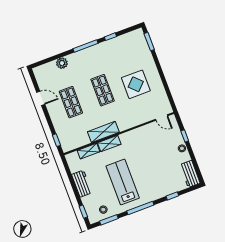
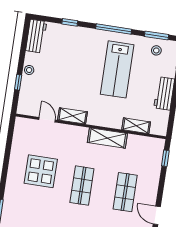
door: (162, 118) -> (47, 120), moved
shelving: (109, 144) -> (73, 116), moved

